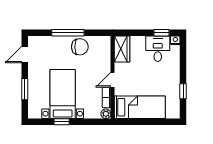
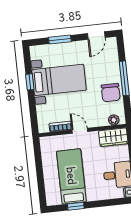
door: (25, 55) -> (96, 36), swing flipped
bed: (140, 107) -> (71, 176), moved, turned 180
plant: (106, 114) -> (114, 120), moved

